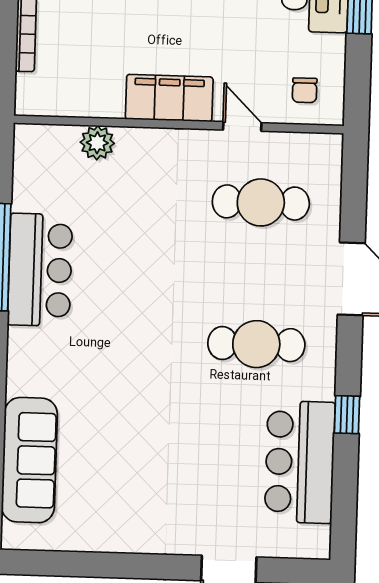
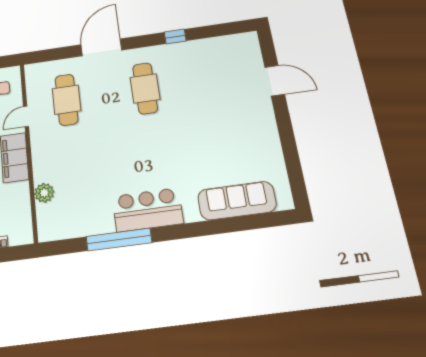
bar counter: (40, 270) -> (148, 210), moved
bar counter: (300, 462) -> (206, 55), removed

